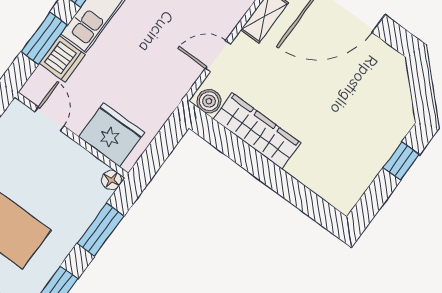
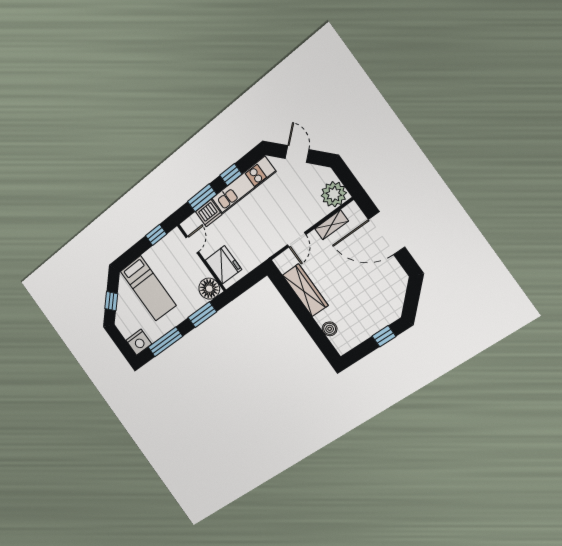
door: (218, 56) -> (297, 240), swing flipped
boiler: (209, 101) -> (330, 329), moved
floor lamp: (112, 180) -> (209, 289), width x1.89, depth x1.89

